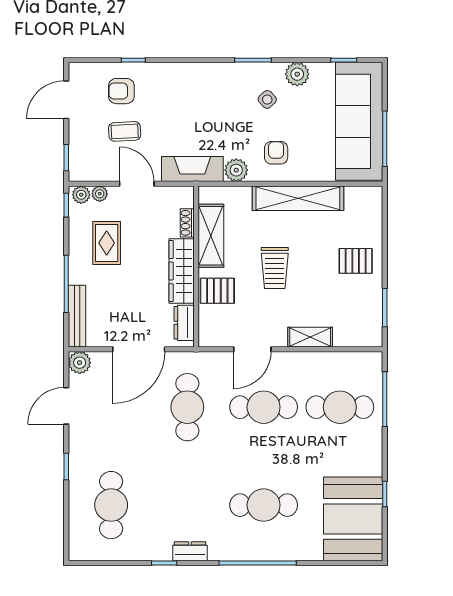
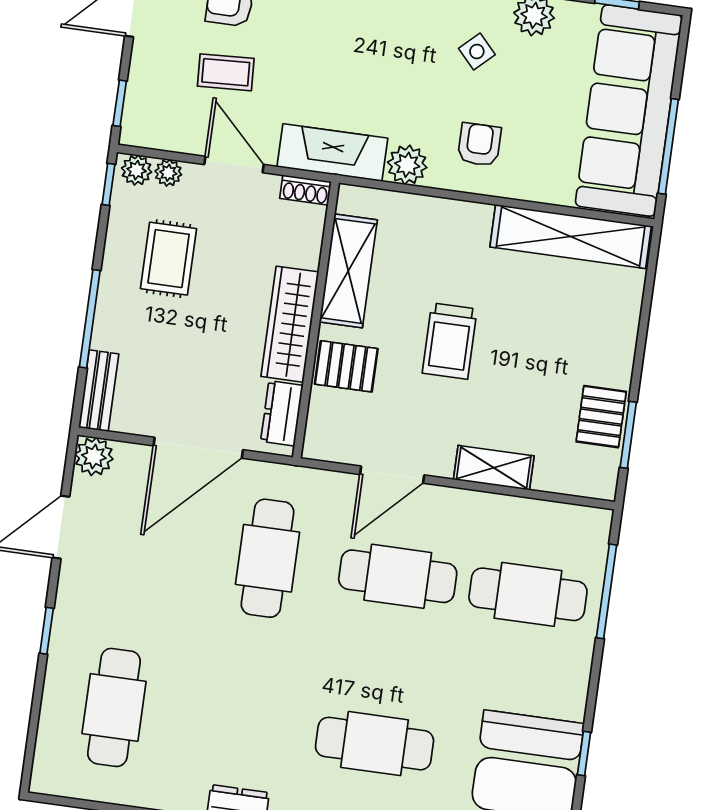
shelving: (298, 198) -> (571, 237), moved
shoe rack: (187, 223) -> (306, 190), moved, turned -90
pallet: (356, 261) -> (601, 417), moved, turned 90
bench: (77, 316) -> (99, 391), width x0.73

